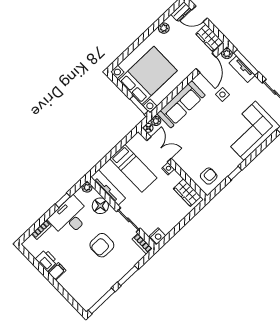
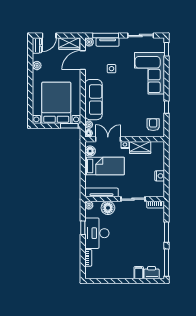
door: (206, 63) -> (83, 60), swing flipped
floor lamp: (134, 144) -> (90, 151), added
wardrobe: (187, 193) -> (140, 148), moved
nightstand: (158, 236) -> (160, 176), moved
armchair: (102, 245) -> (133, 230), removed
printer: (46, 260) -> (152, 273), moved
filing cabinet: (57, 271) -> (139, 273), moved

